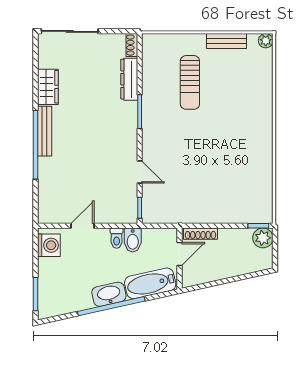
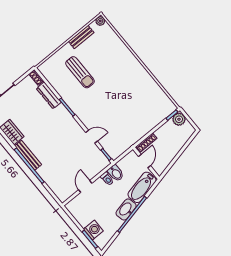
washing machine: (49, 245) -> (93, 230), moved

